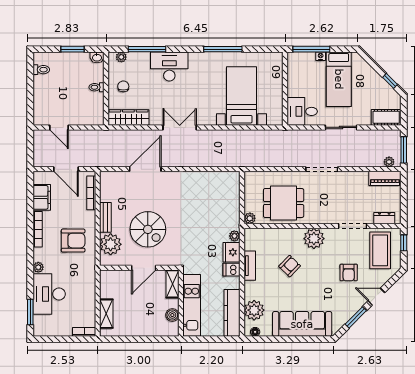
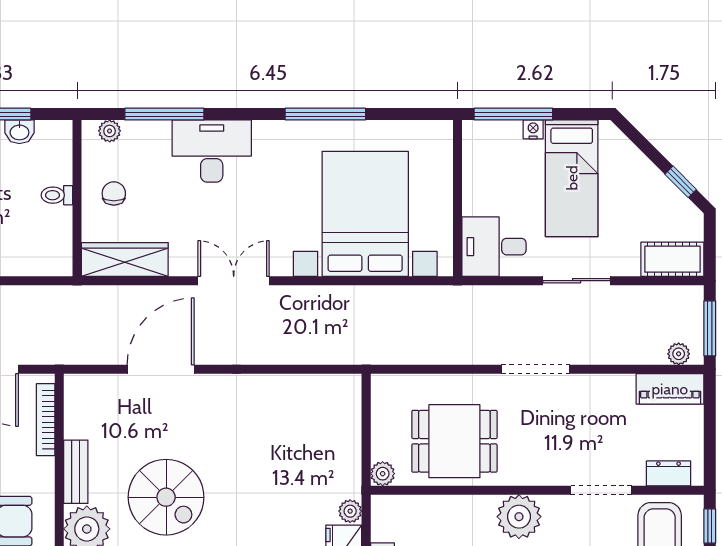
washbasin: (97, 57) -> (19, 132), moved
bed with nightstands: (242, 96) -> (365, 214), width x1.36

